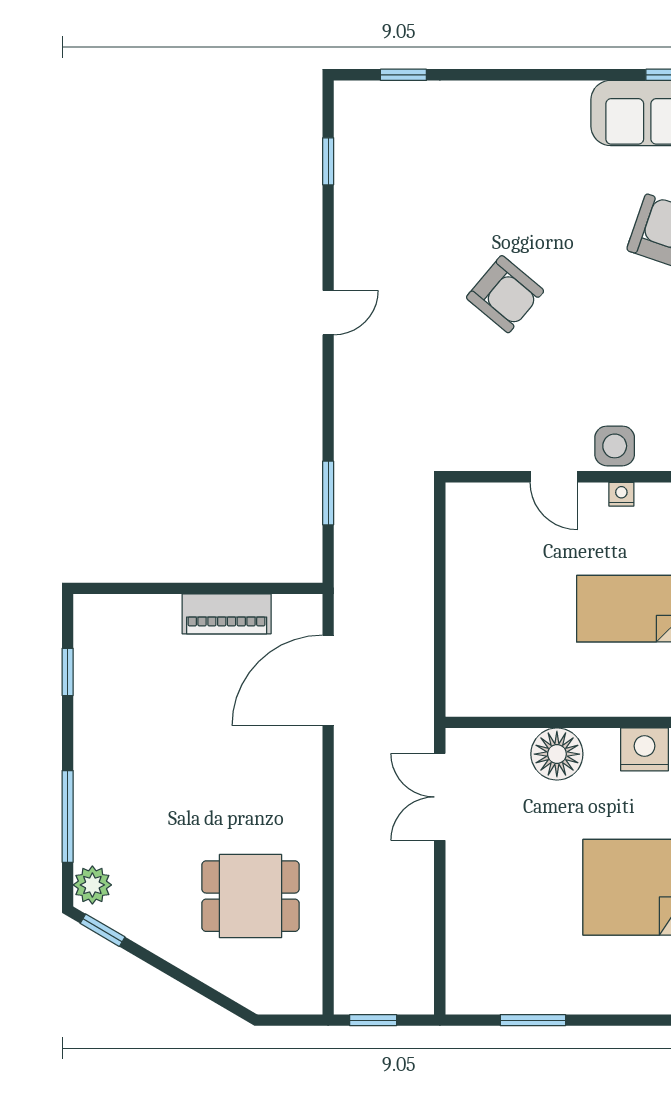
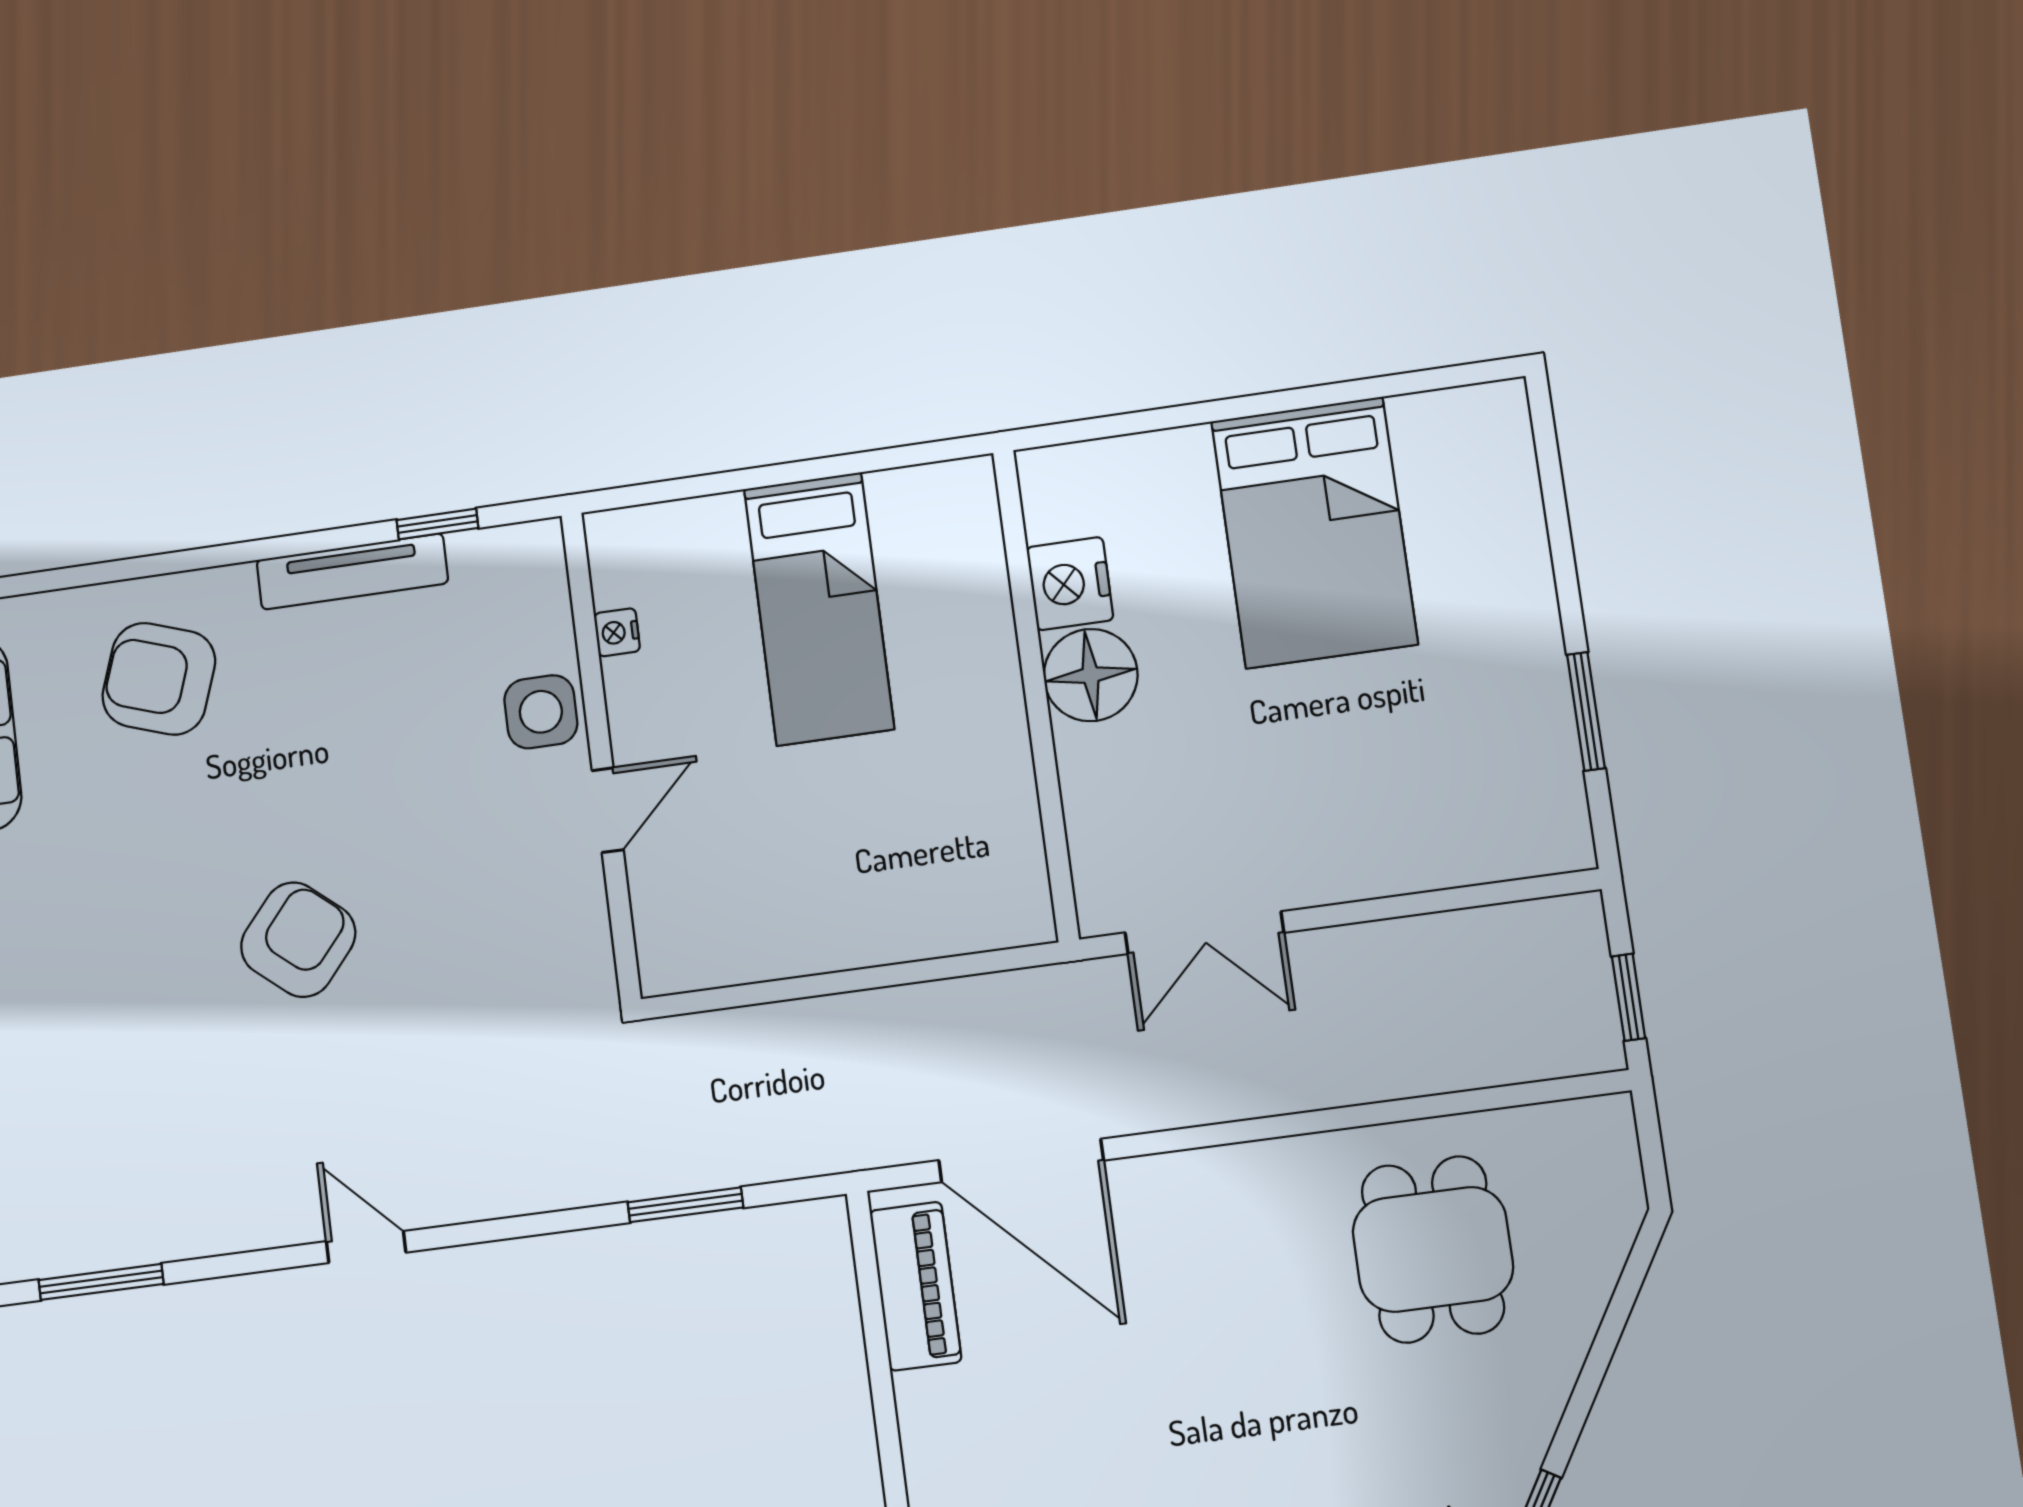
window: (328, 161) -> (101, 1282), width x1.50
nightstand: (621, 494) -> (617, 632), moved
piano: (227, 614) -> (916, 1286), moved
floor lamp: (557, 754) -> (1091, 675), moved

